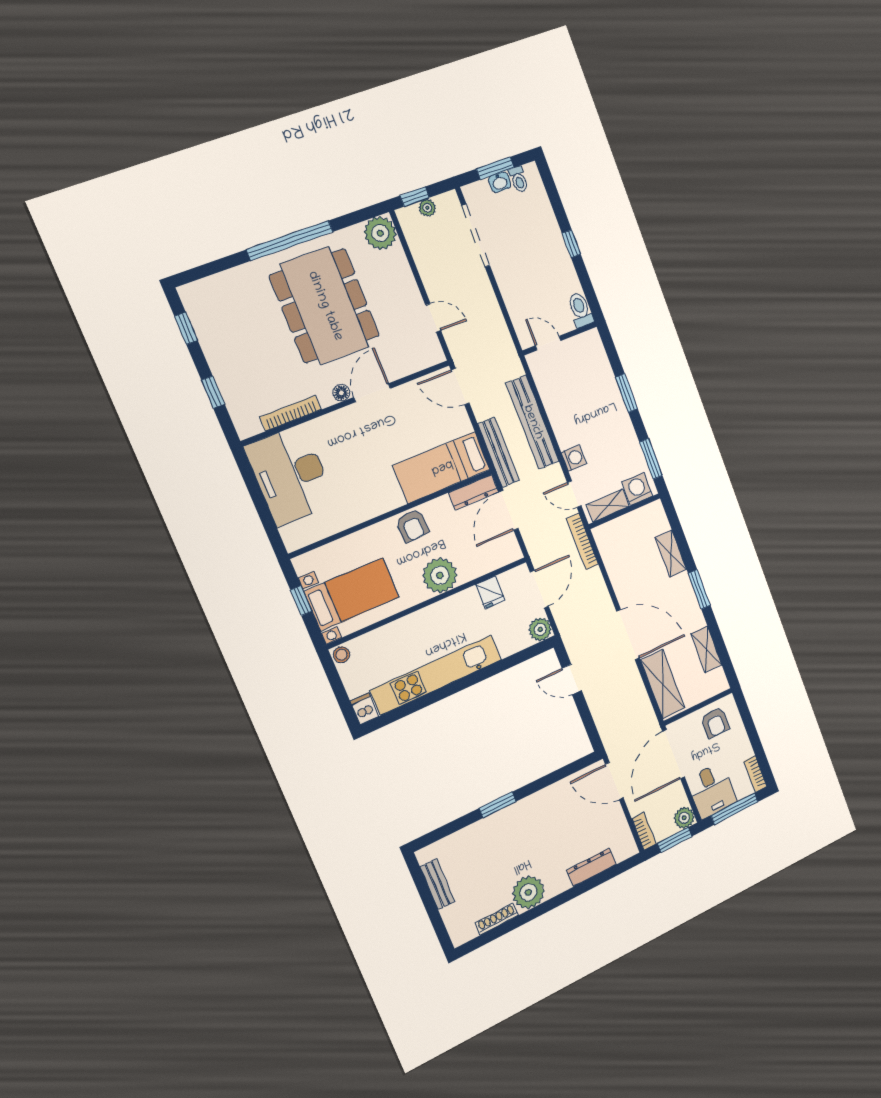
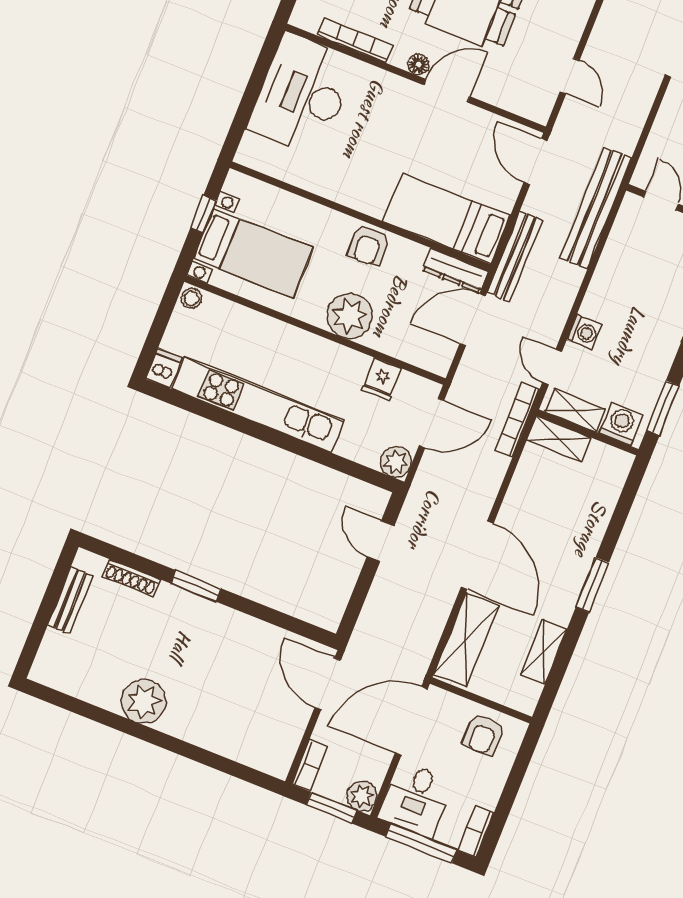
bench: (533, 422) -> (596, 208), moved
shelving: (671, 553) -> (559, 439), moved, turned 90
dresser: (591, 867) -> (225, 744), removed
shoe rack: (497, 919) -> (131, 578), moved, turned 180

